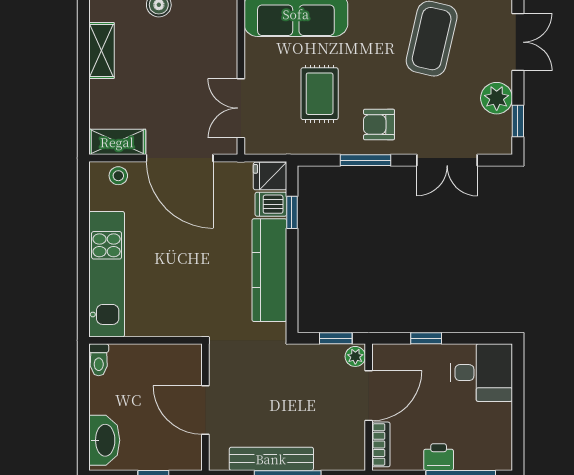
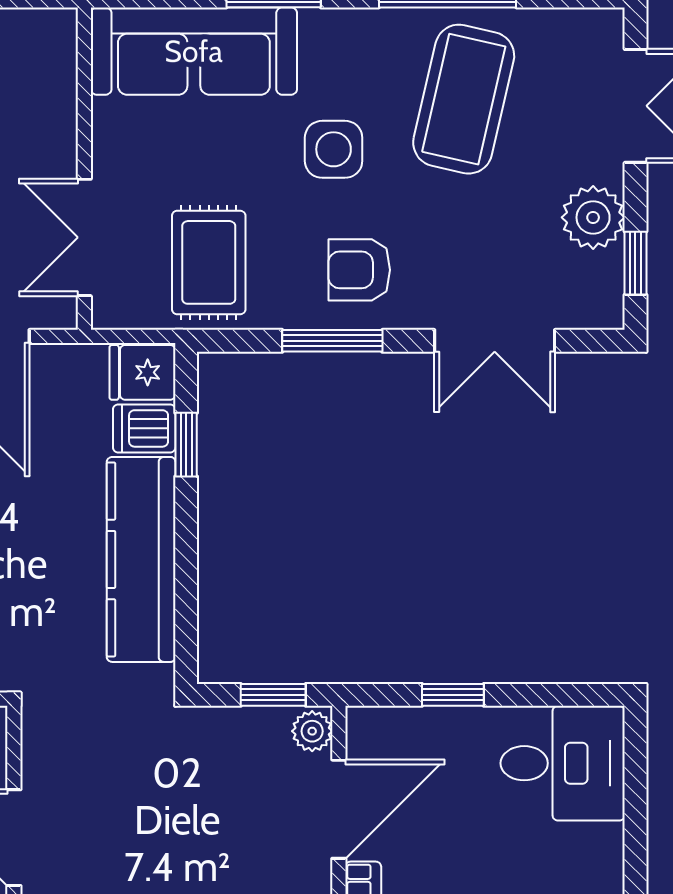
side table: (366, 64) -> (334, 149), added
rug: (320, 94) -> (209, 262), moved

